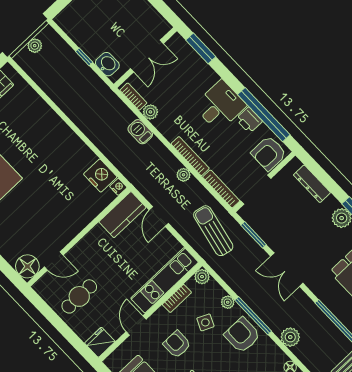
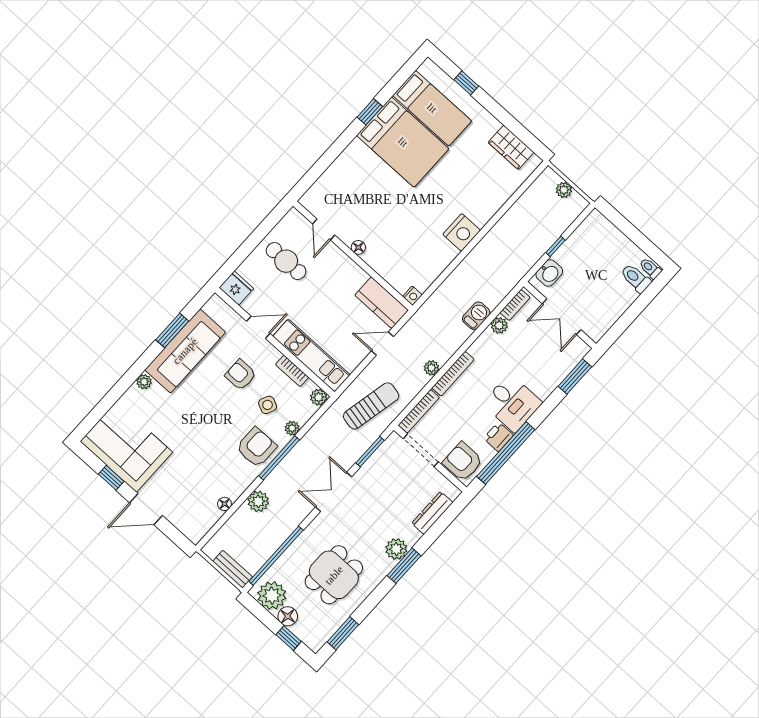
nightstand: (100, 176) -> (462, 232), moved
floor lamp: (27, 266) -> (358, 247), moved, width x0.53, depth x0.53
armchair: (177, 344) -> (241, 375), turned -90

